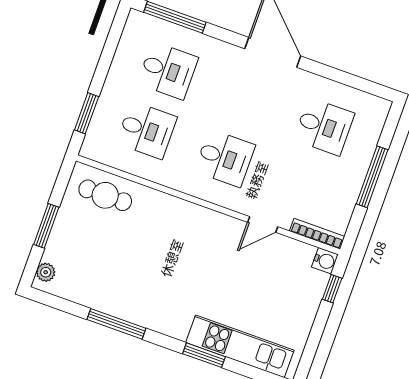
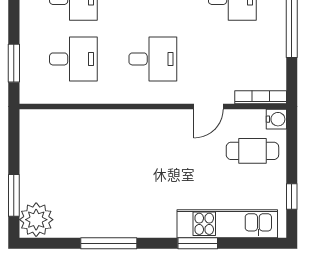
cafe table: (105, 195) -> (252, 151), moved
window: (46, 226) -> (14, 195), moved
plant: (46, 272) -> (36, 220), width x1.88, depth x1.88
window: (332, 289) -> (292, 197), moved

